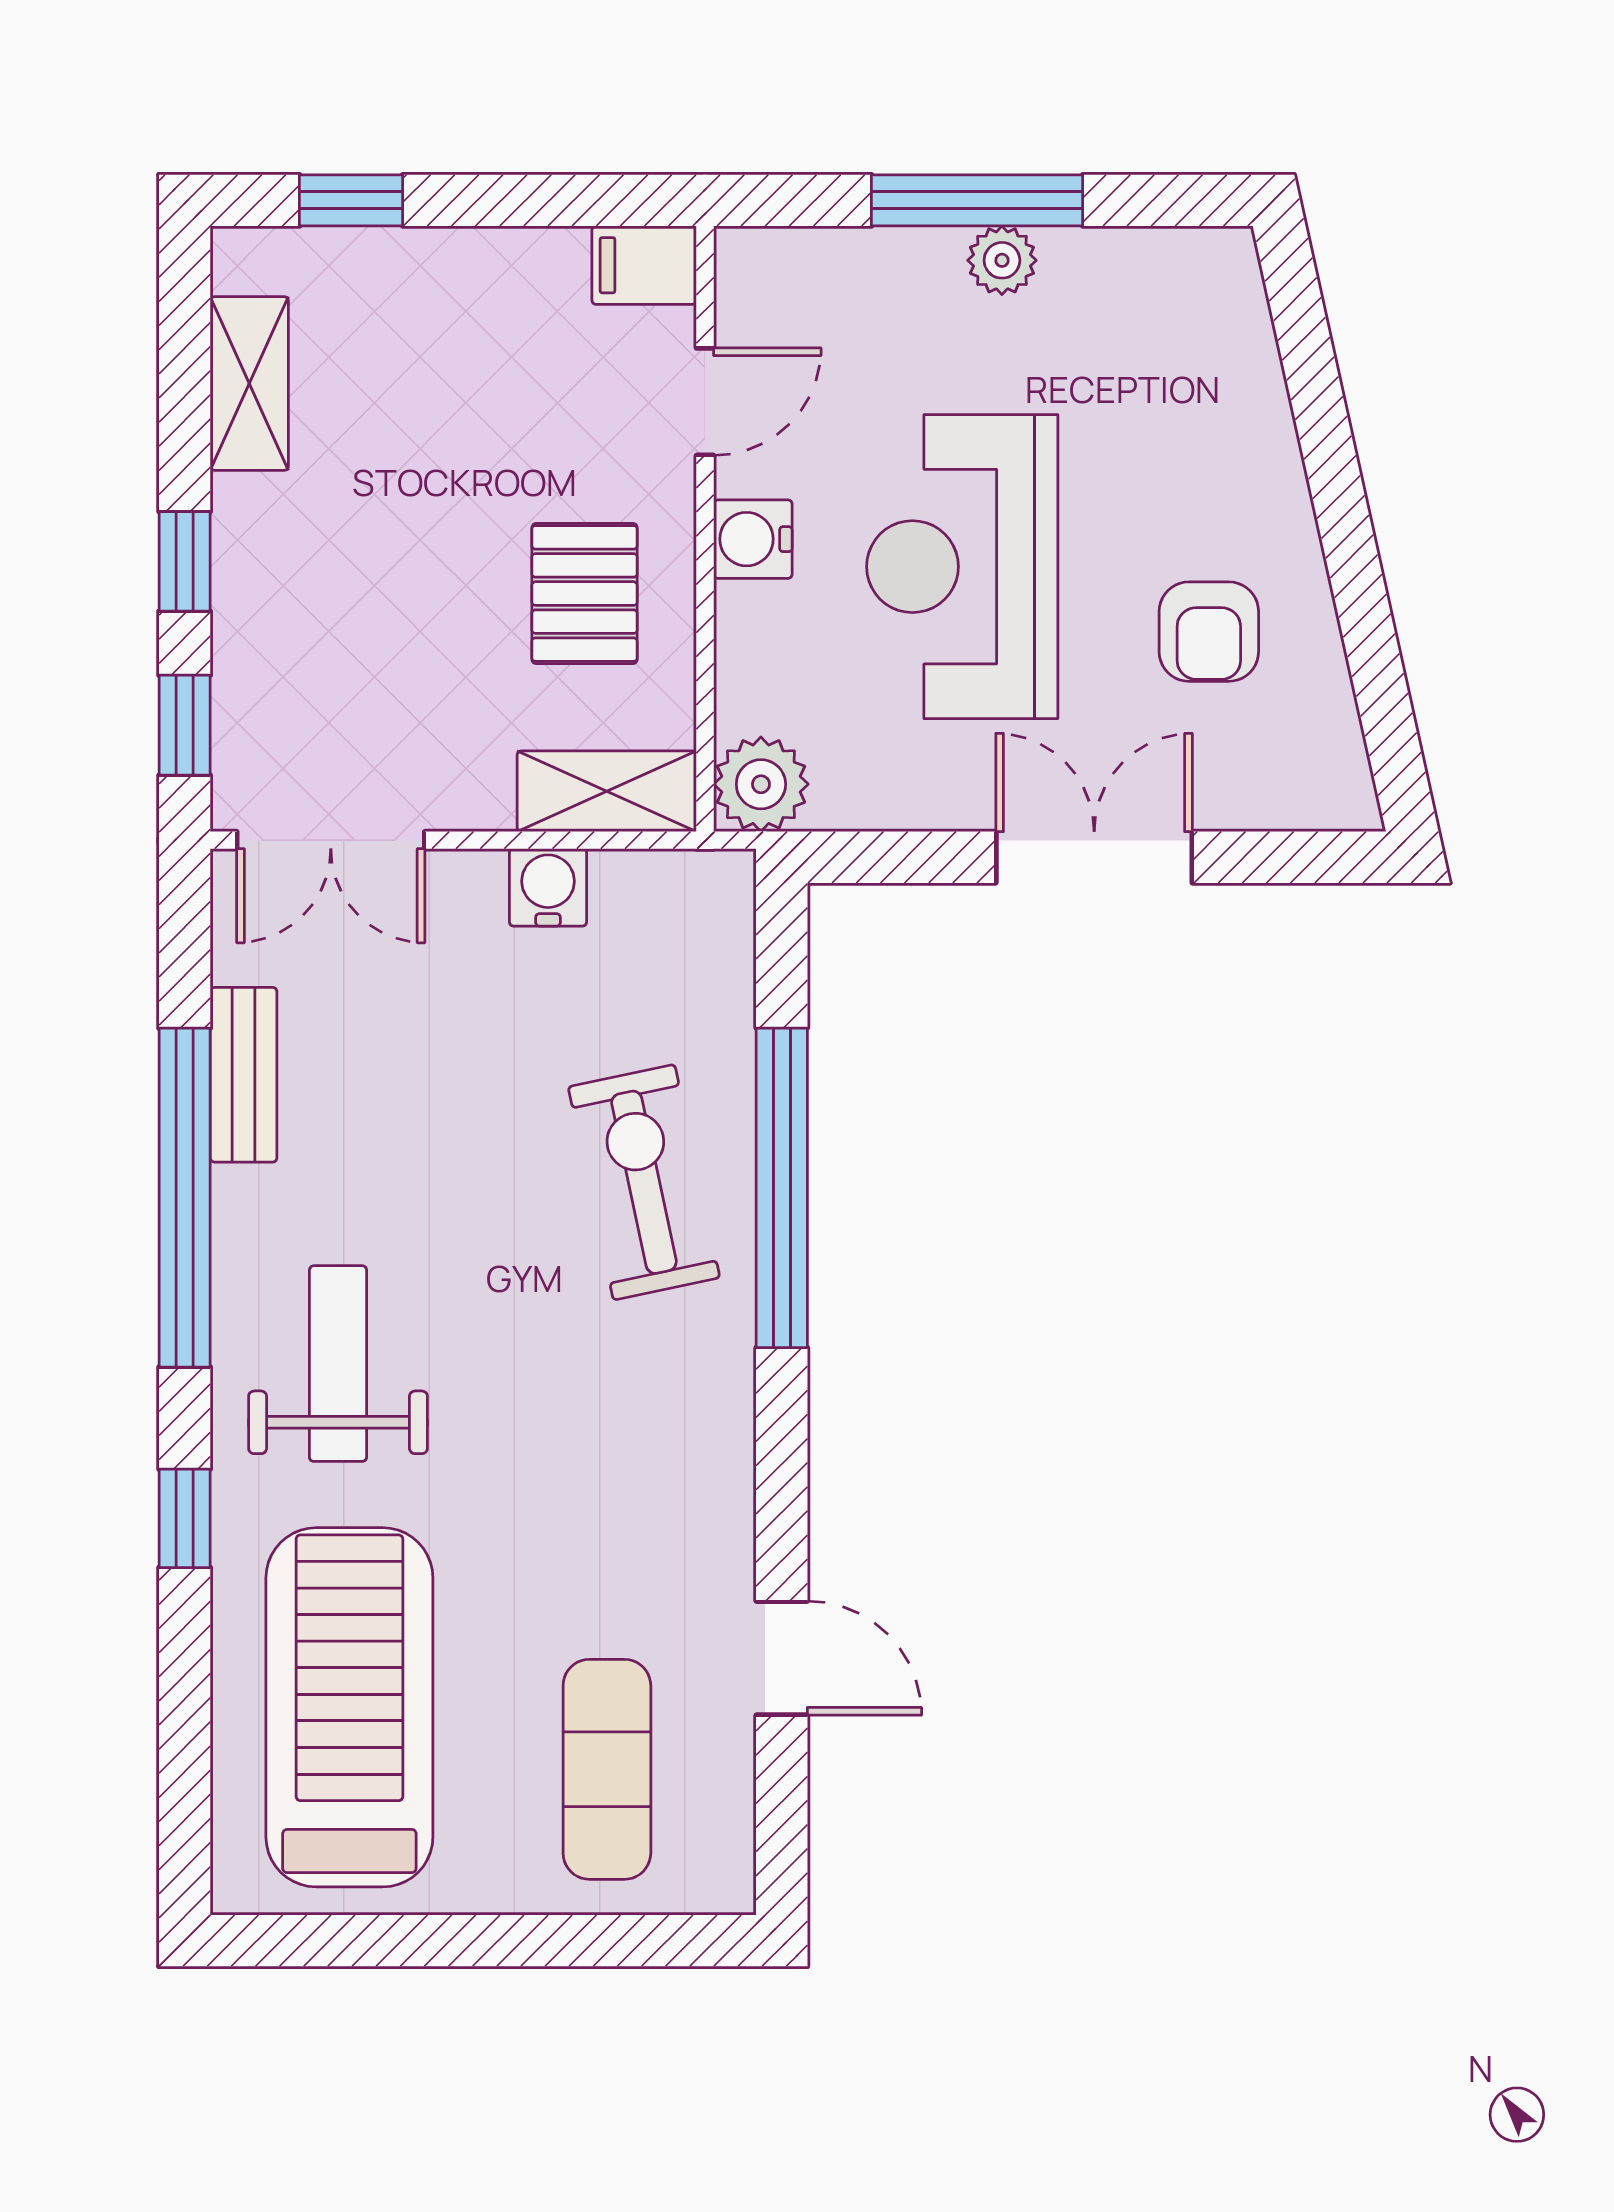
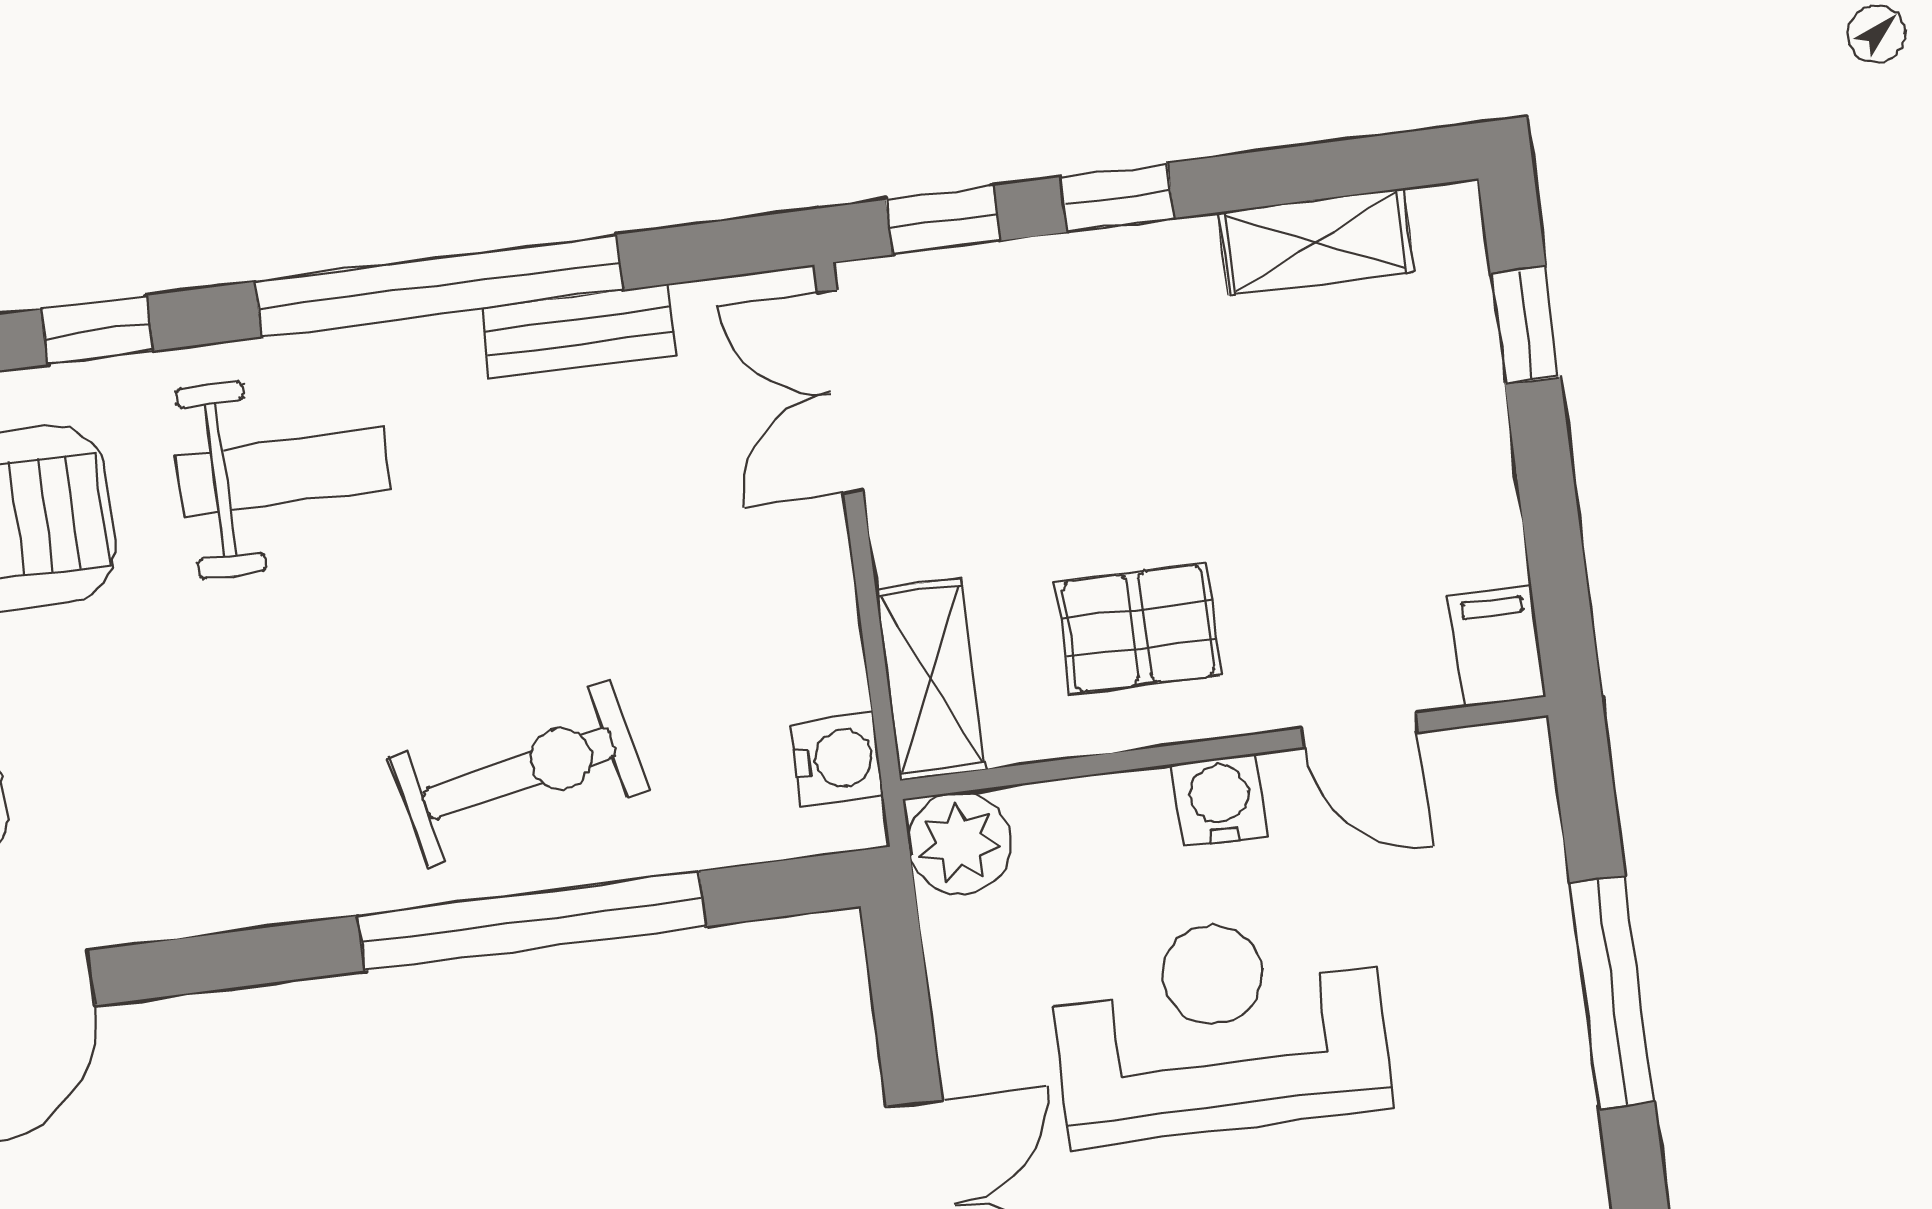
plant: (1002, 260) -> (1552, 1027), removed
water cooler: (548, 887) -> (837, 759), moved

